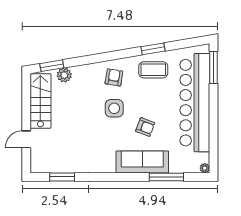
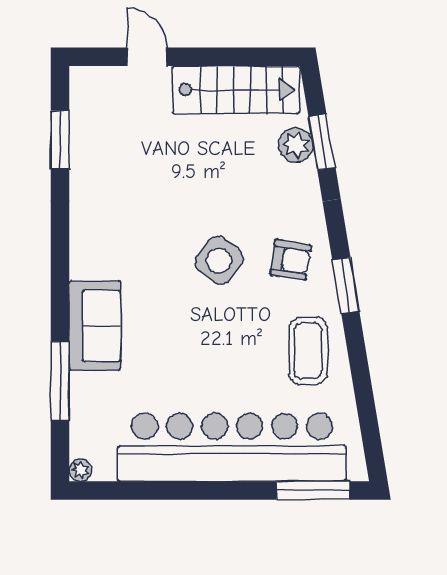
window: (153, 49) -> (346, 286), moved
window: (52, 66) -> (322, 142), moved
side table: (114, 108) -> (219, 260), turned 38
armchair: (145, 127) -> (176, 332), removed
sofa: (142, 162) -> (95, 326), width x0.73

